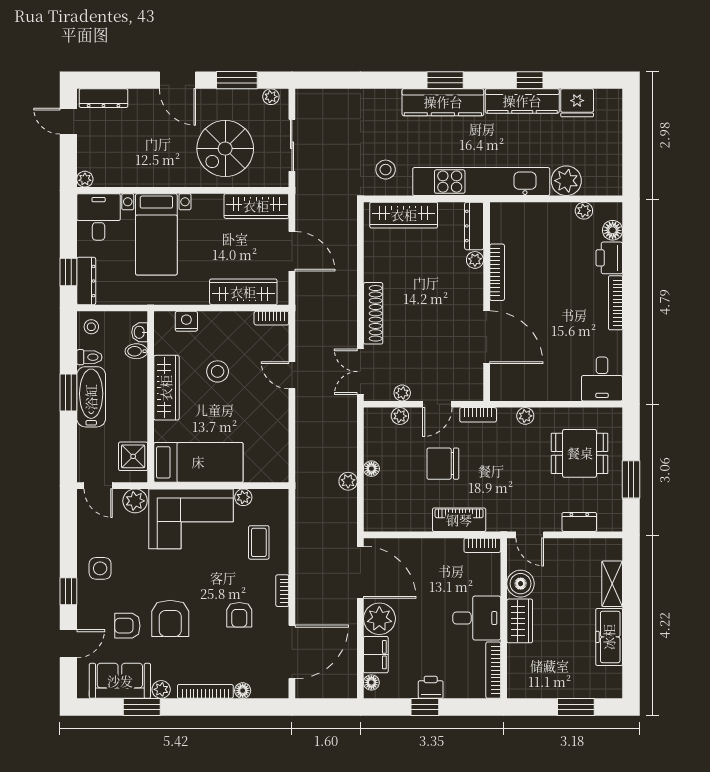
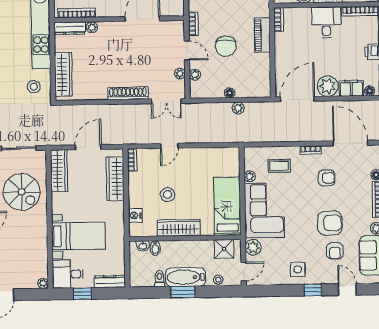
window: (68, 272) -> (82, 294), moved
bookcase: (497, 272) -> (77, 13), moved
stool: (91, 327) -> (218, 280), moved

